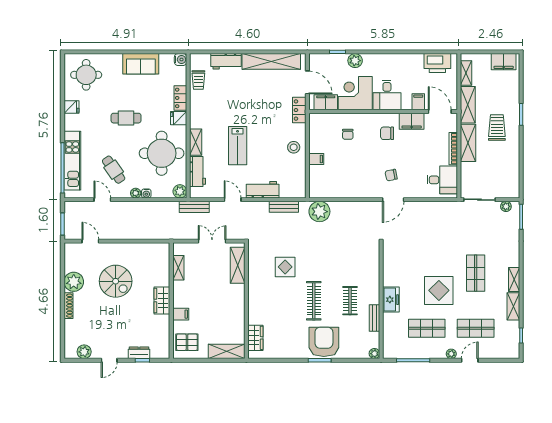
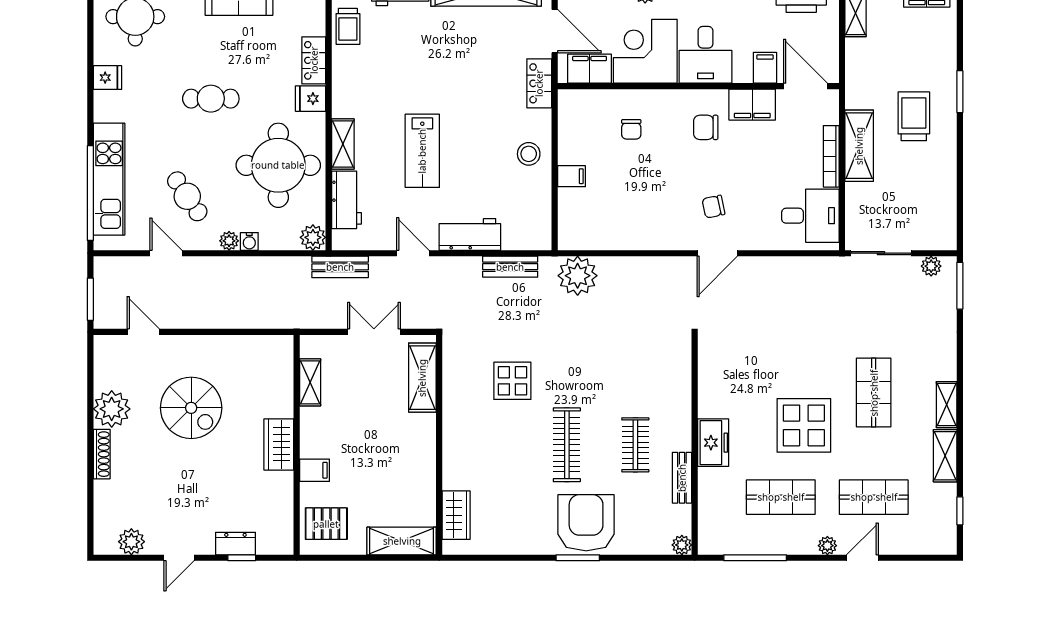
shelving: (468, 105) -> (859, 73), removed

